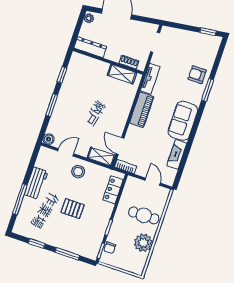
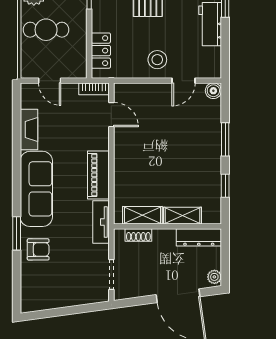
window: (208, 32) -> (43, 314), removed
sofa: (183, 121) -> (36, 189), width x1.36
shelving: (101, 157) -> (183, 216), moved

